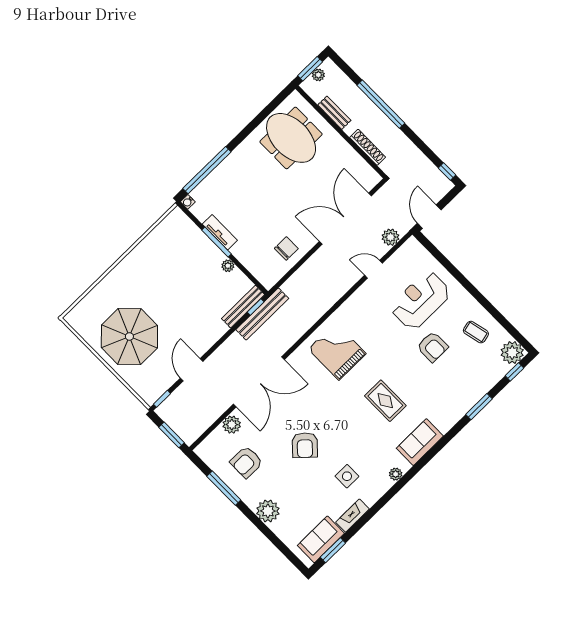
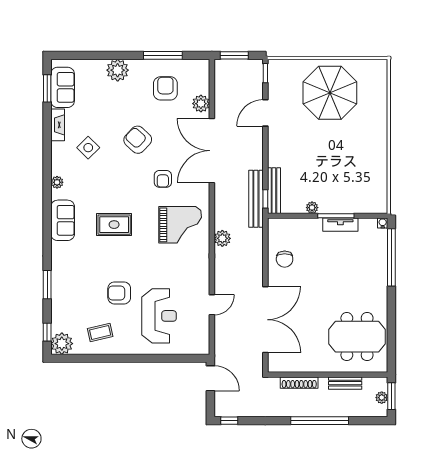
plant: (391, 237) -> (222, 238), moved
door: (192, 370) -> (265, 113), swing flipped
armchair: (316, 398) -> (163, 179), added
side table: (347, 476) -> (88, 148), turned 45

